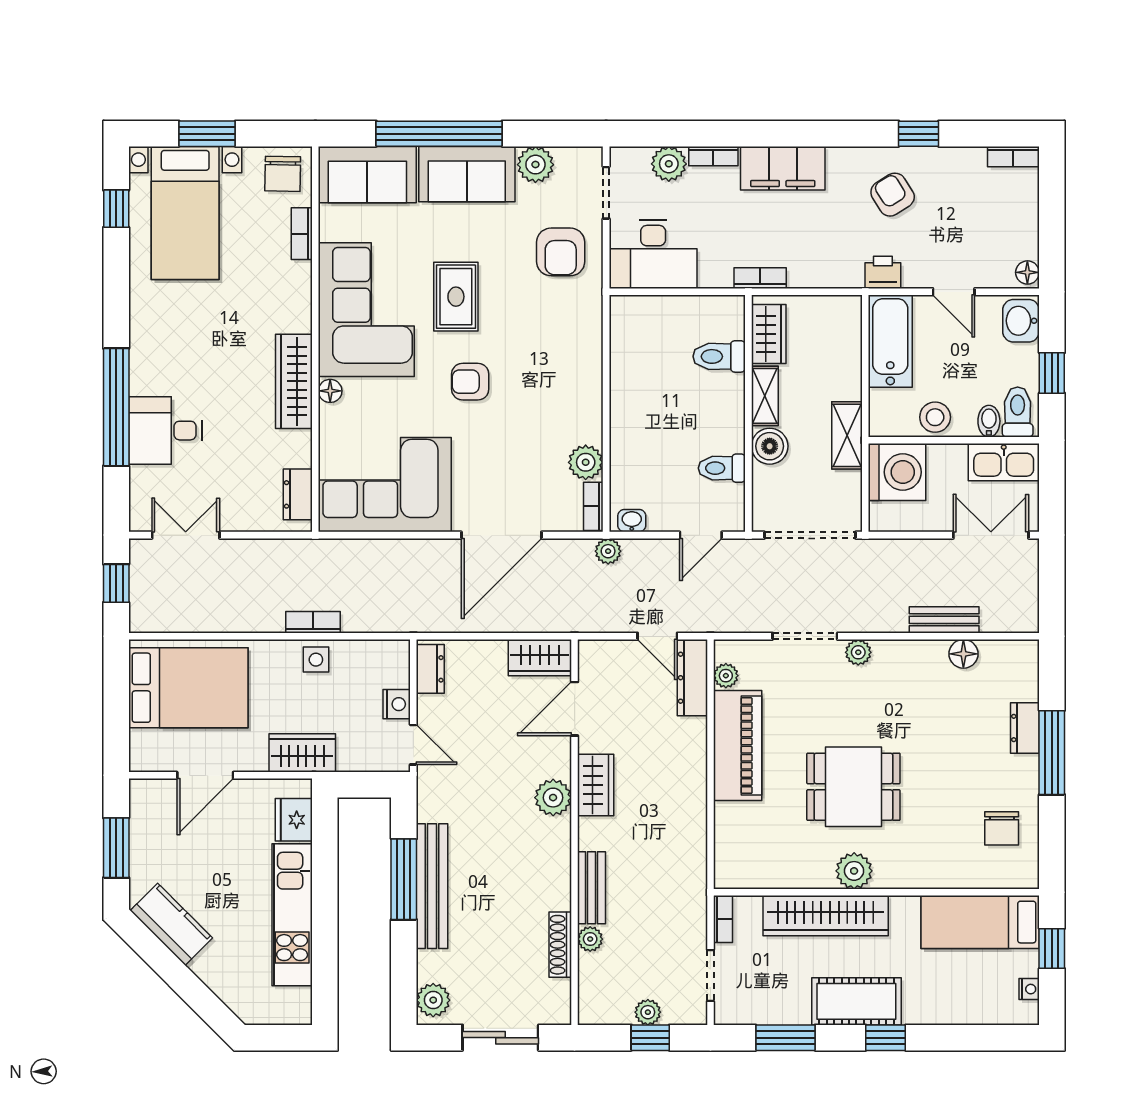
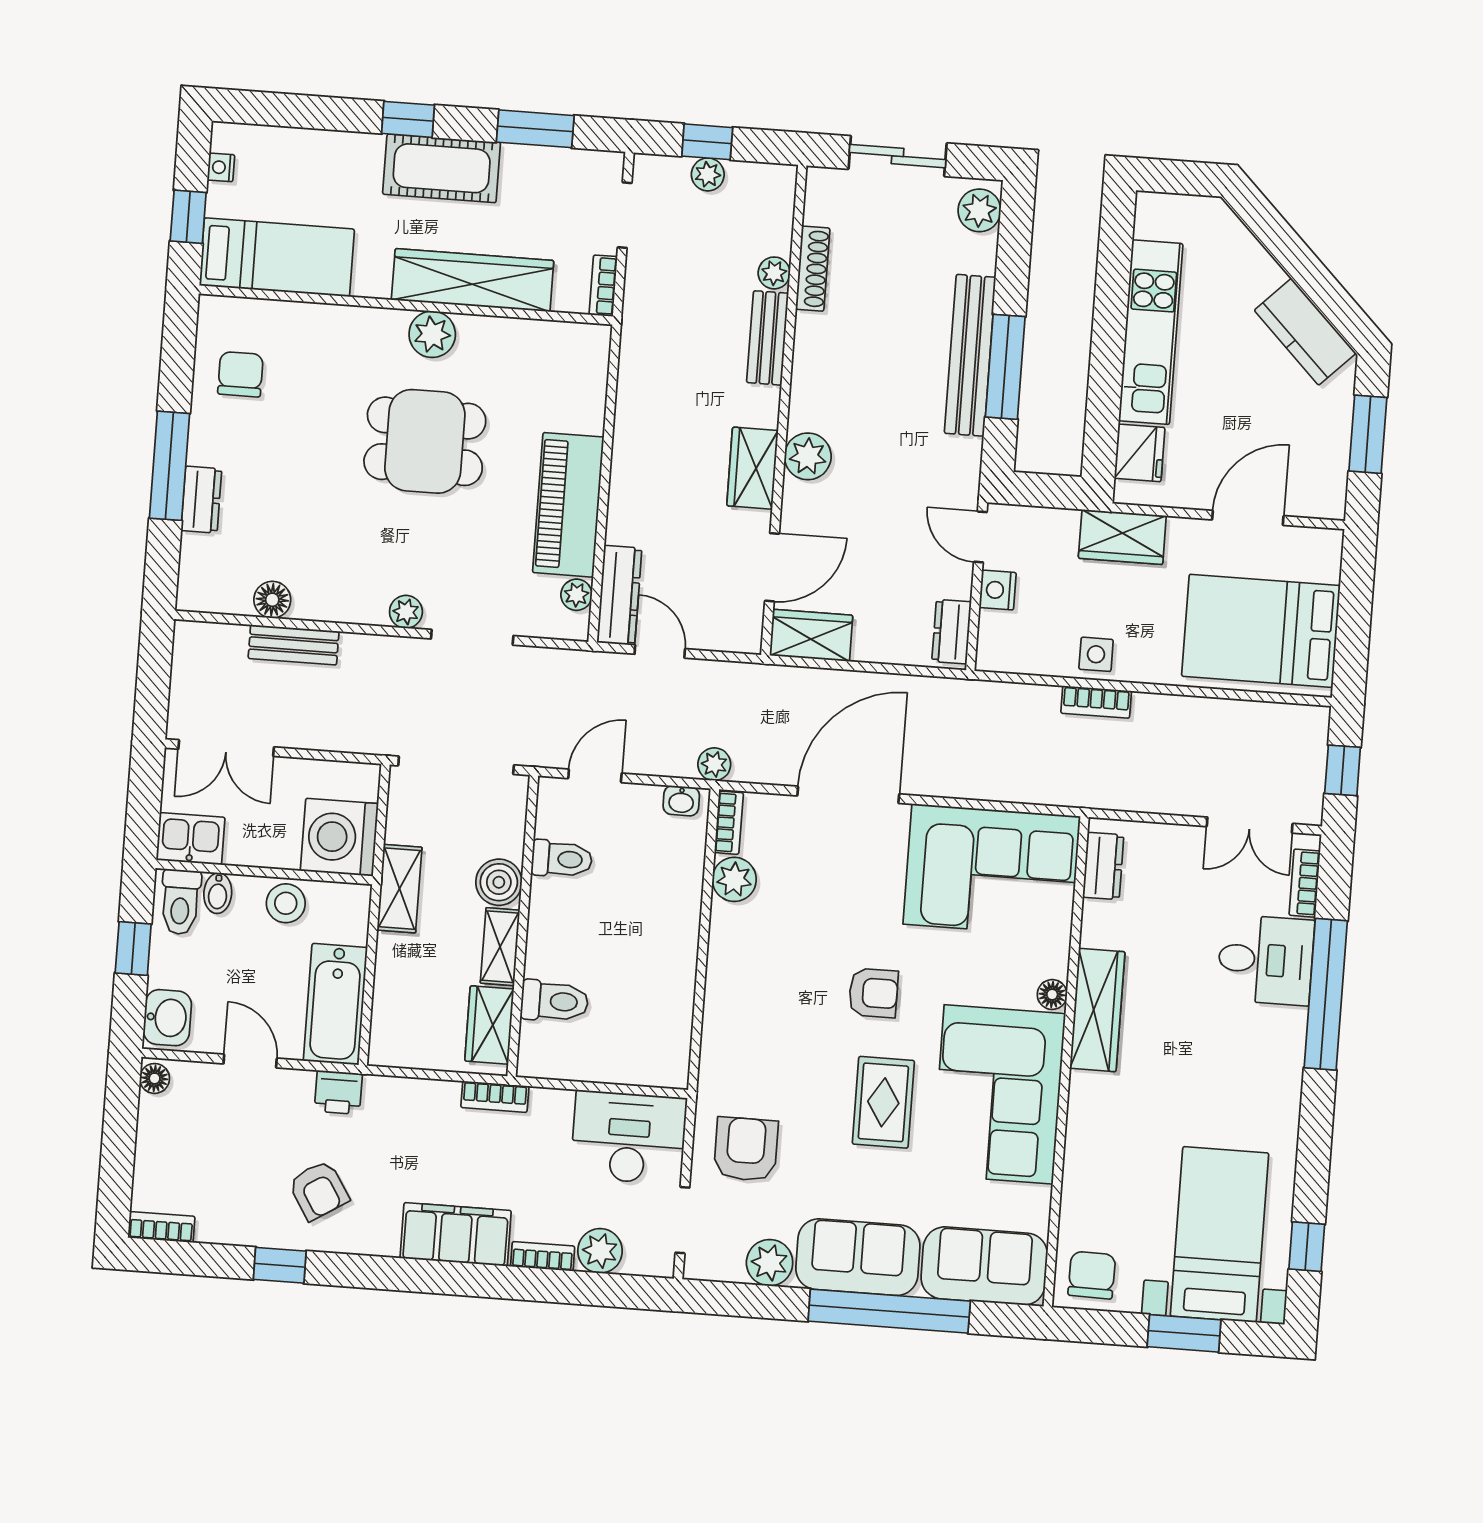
bookcase: (302, 234) -> (1305, 883), moved, turned 180
kitchen sink: (1004, 462) -> (191, 839), width x0.73

